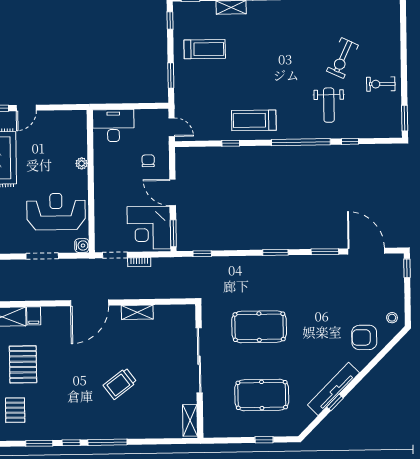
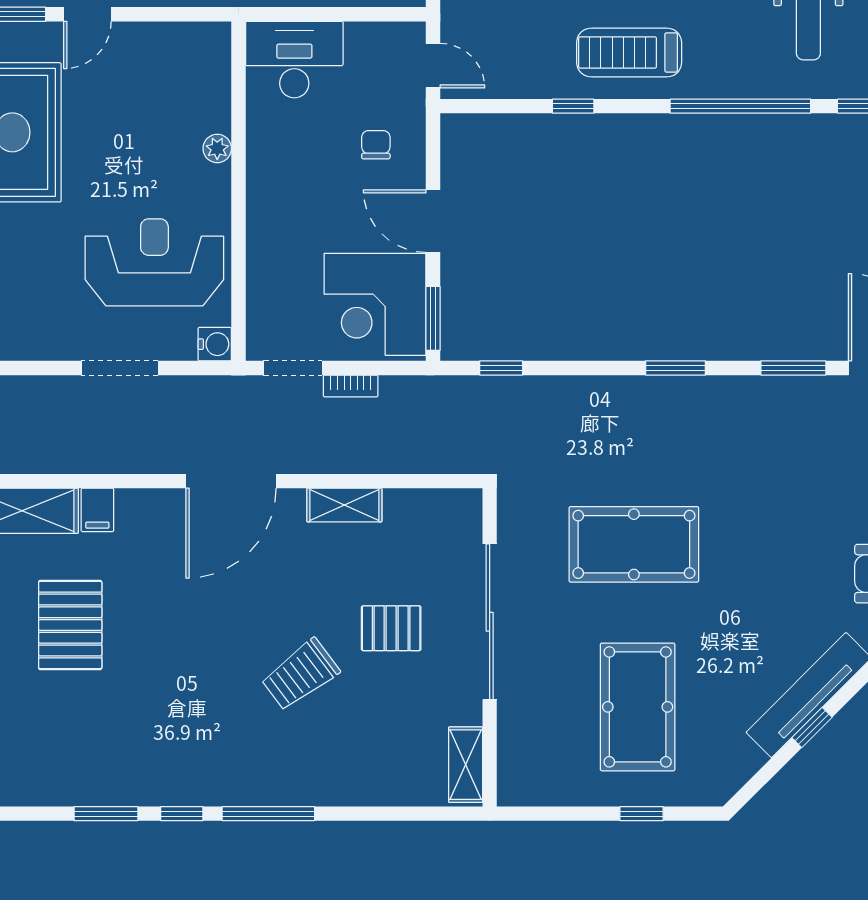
pool table: (262, 395) -> (638, 707), turned 90
pallet: (15, 410) -> (391, 628), moved, turned 90

